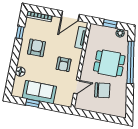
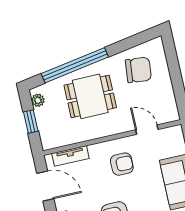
dining table: (109, 63) -> (90, 96), turned 90
chair: (102, 90) -> (138, 70), moved, turned 104

